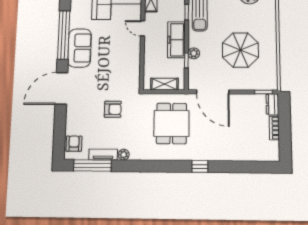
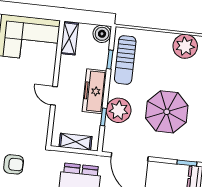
door: (143, 28) -> (54, 96), moved
plant: (194, 53) -> (119, 110), width x1.88, depth x1.88

